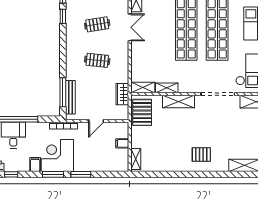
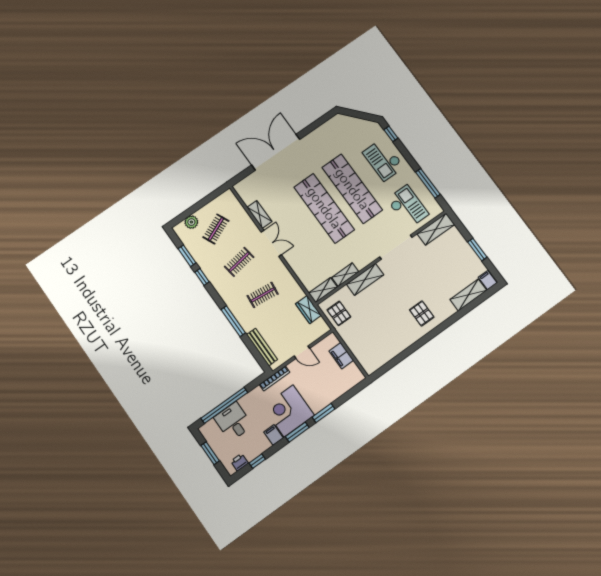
window: (63, 92) -> (233, 321), moved
pallet: (142, 112) -> (339, 313), width x0.67, depth x0.71
door: (96, 121) -> (302, 352), hinge flipped
filing cabinet: (122, 143) -> (341, 356), width x2.00
pallet: (201, 155) -> (422, 313), turned 90
shelving: (136, 159) -> (364, 361), removed

